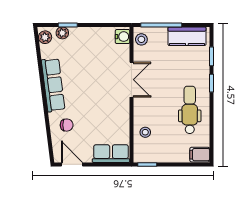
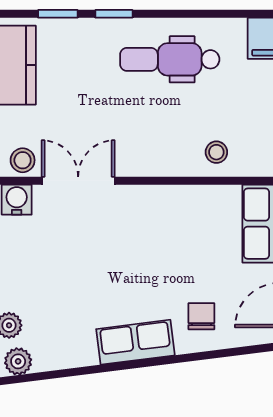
double door: (132, 80) -> (78, 181), moved
row of seats: (53, 85) -> (135, 342), width x0.68

